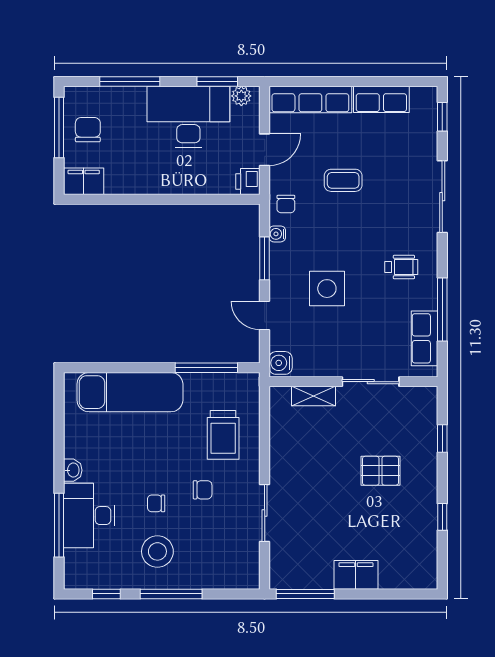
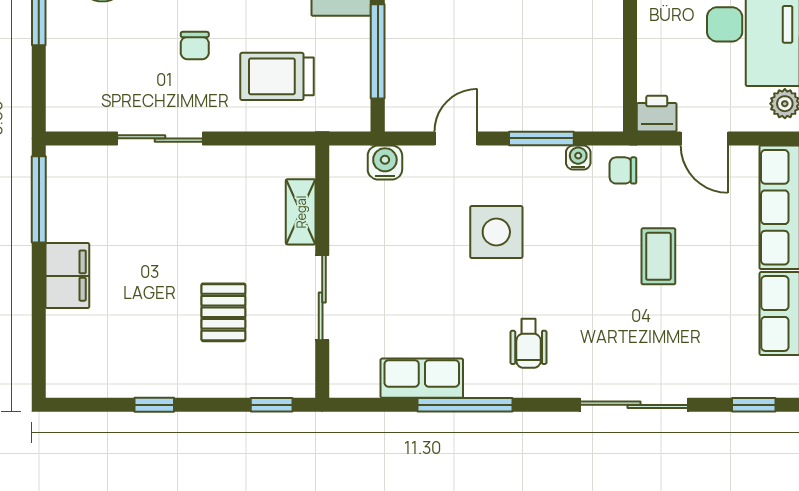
wall: (353, 382) -> (322, 272), moved
sliding door: (371, 382) -> (322, 298), moved
shelving: (313, 396) -> (301, 212), moved

